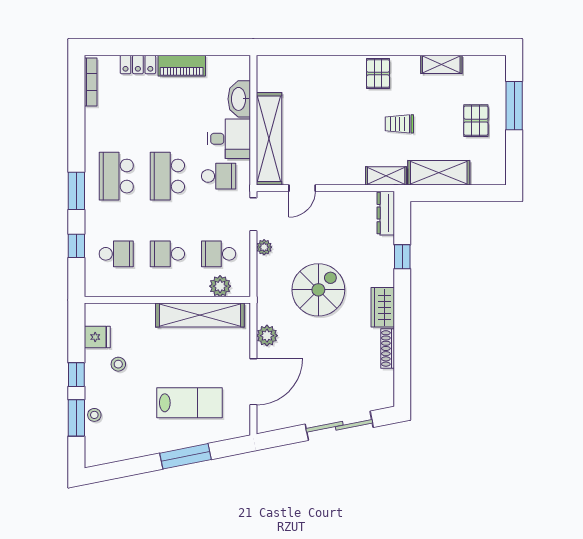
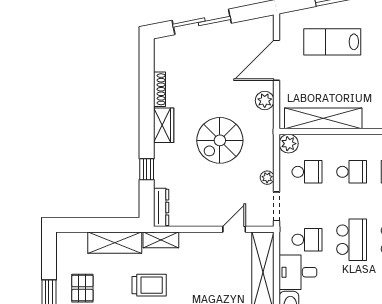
trolley: (399, 124) -> (149, 285), width x1.36, depth x1.39
school desk: (219, 176) -> (307, 240), turned 180
plant: (220, 286) -> (289, 144), moved

